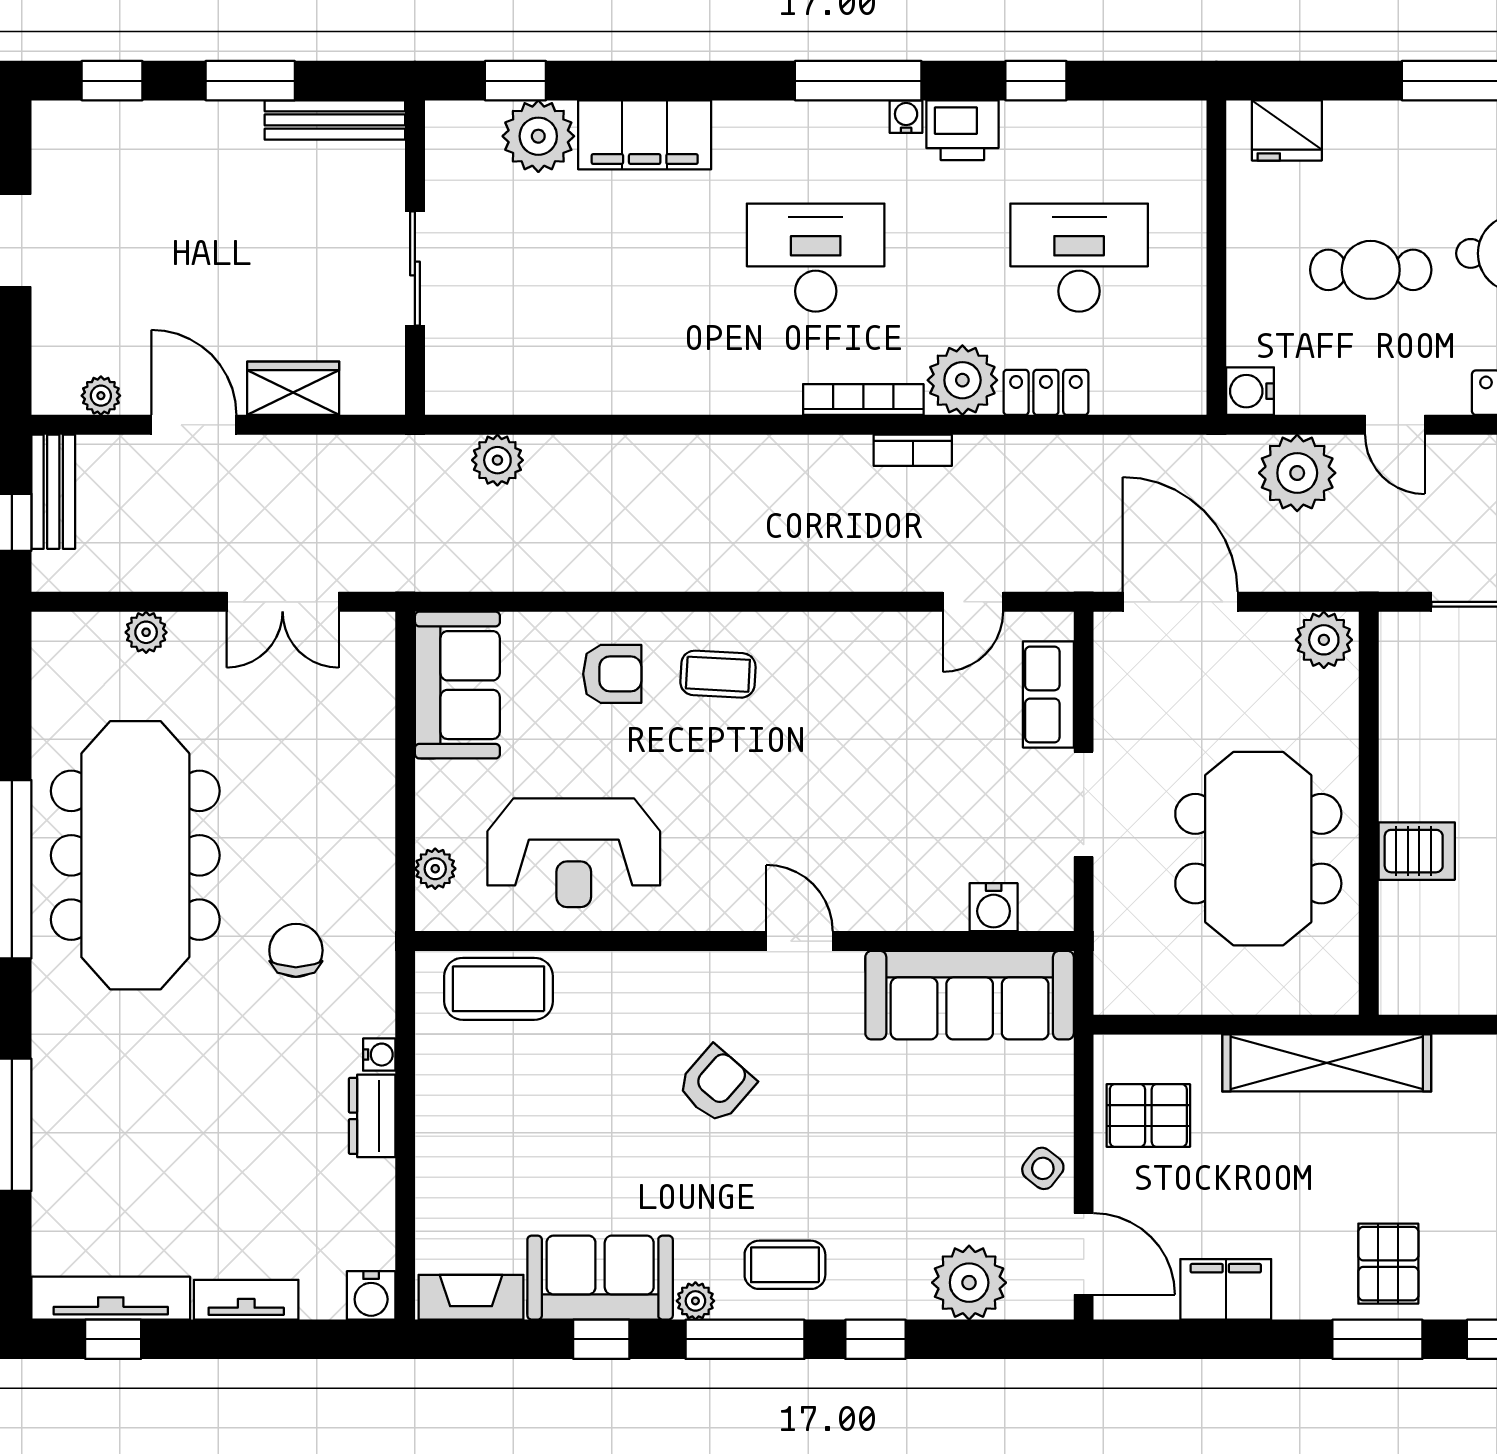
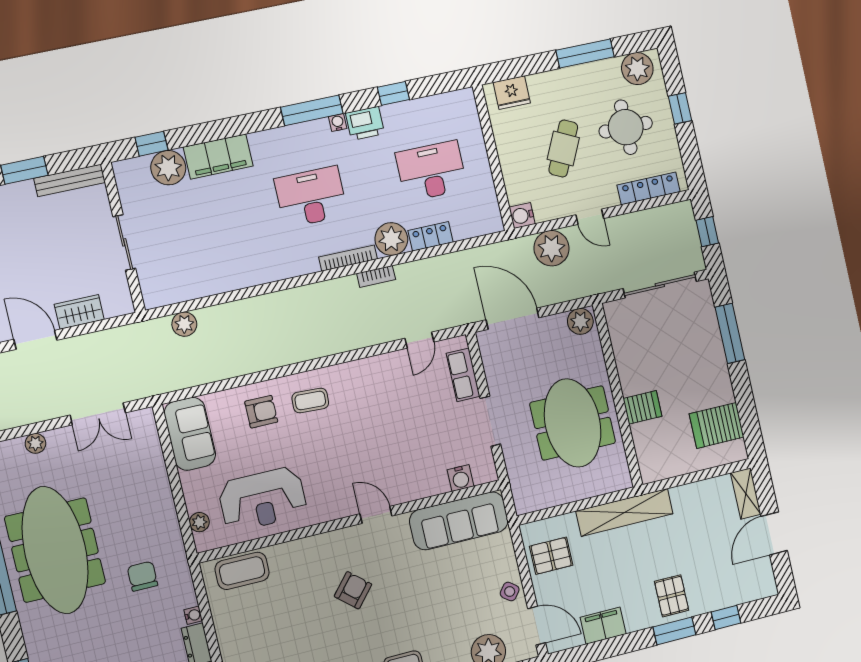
cafe table: (1371, 270) -> (563, 148), turned -64

